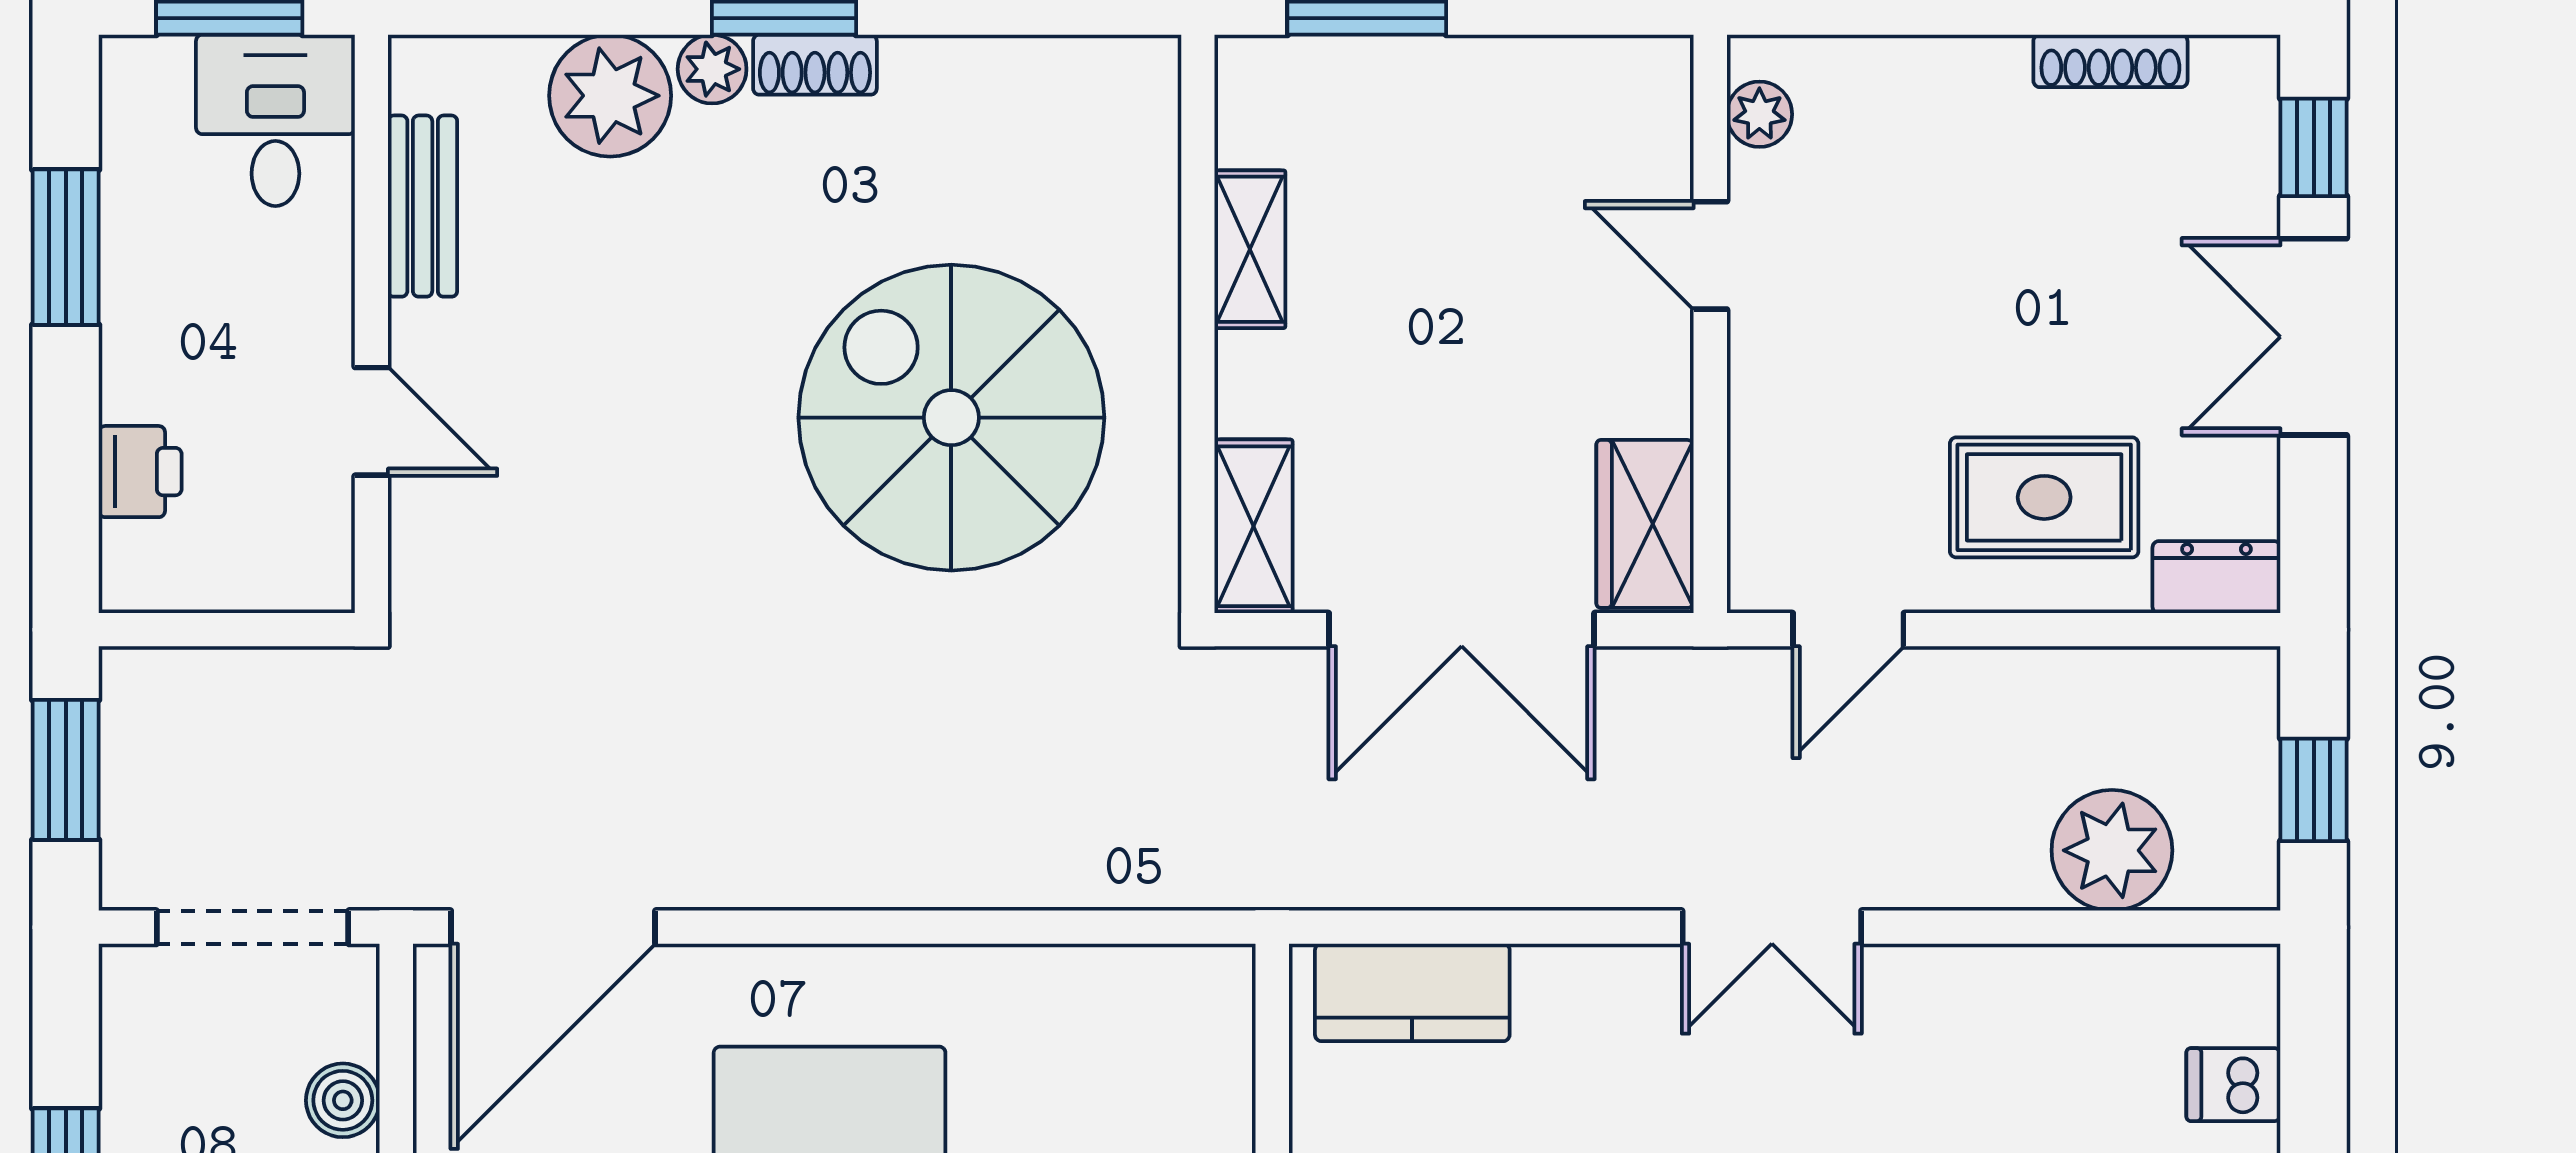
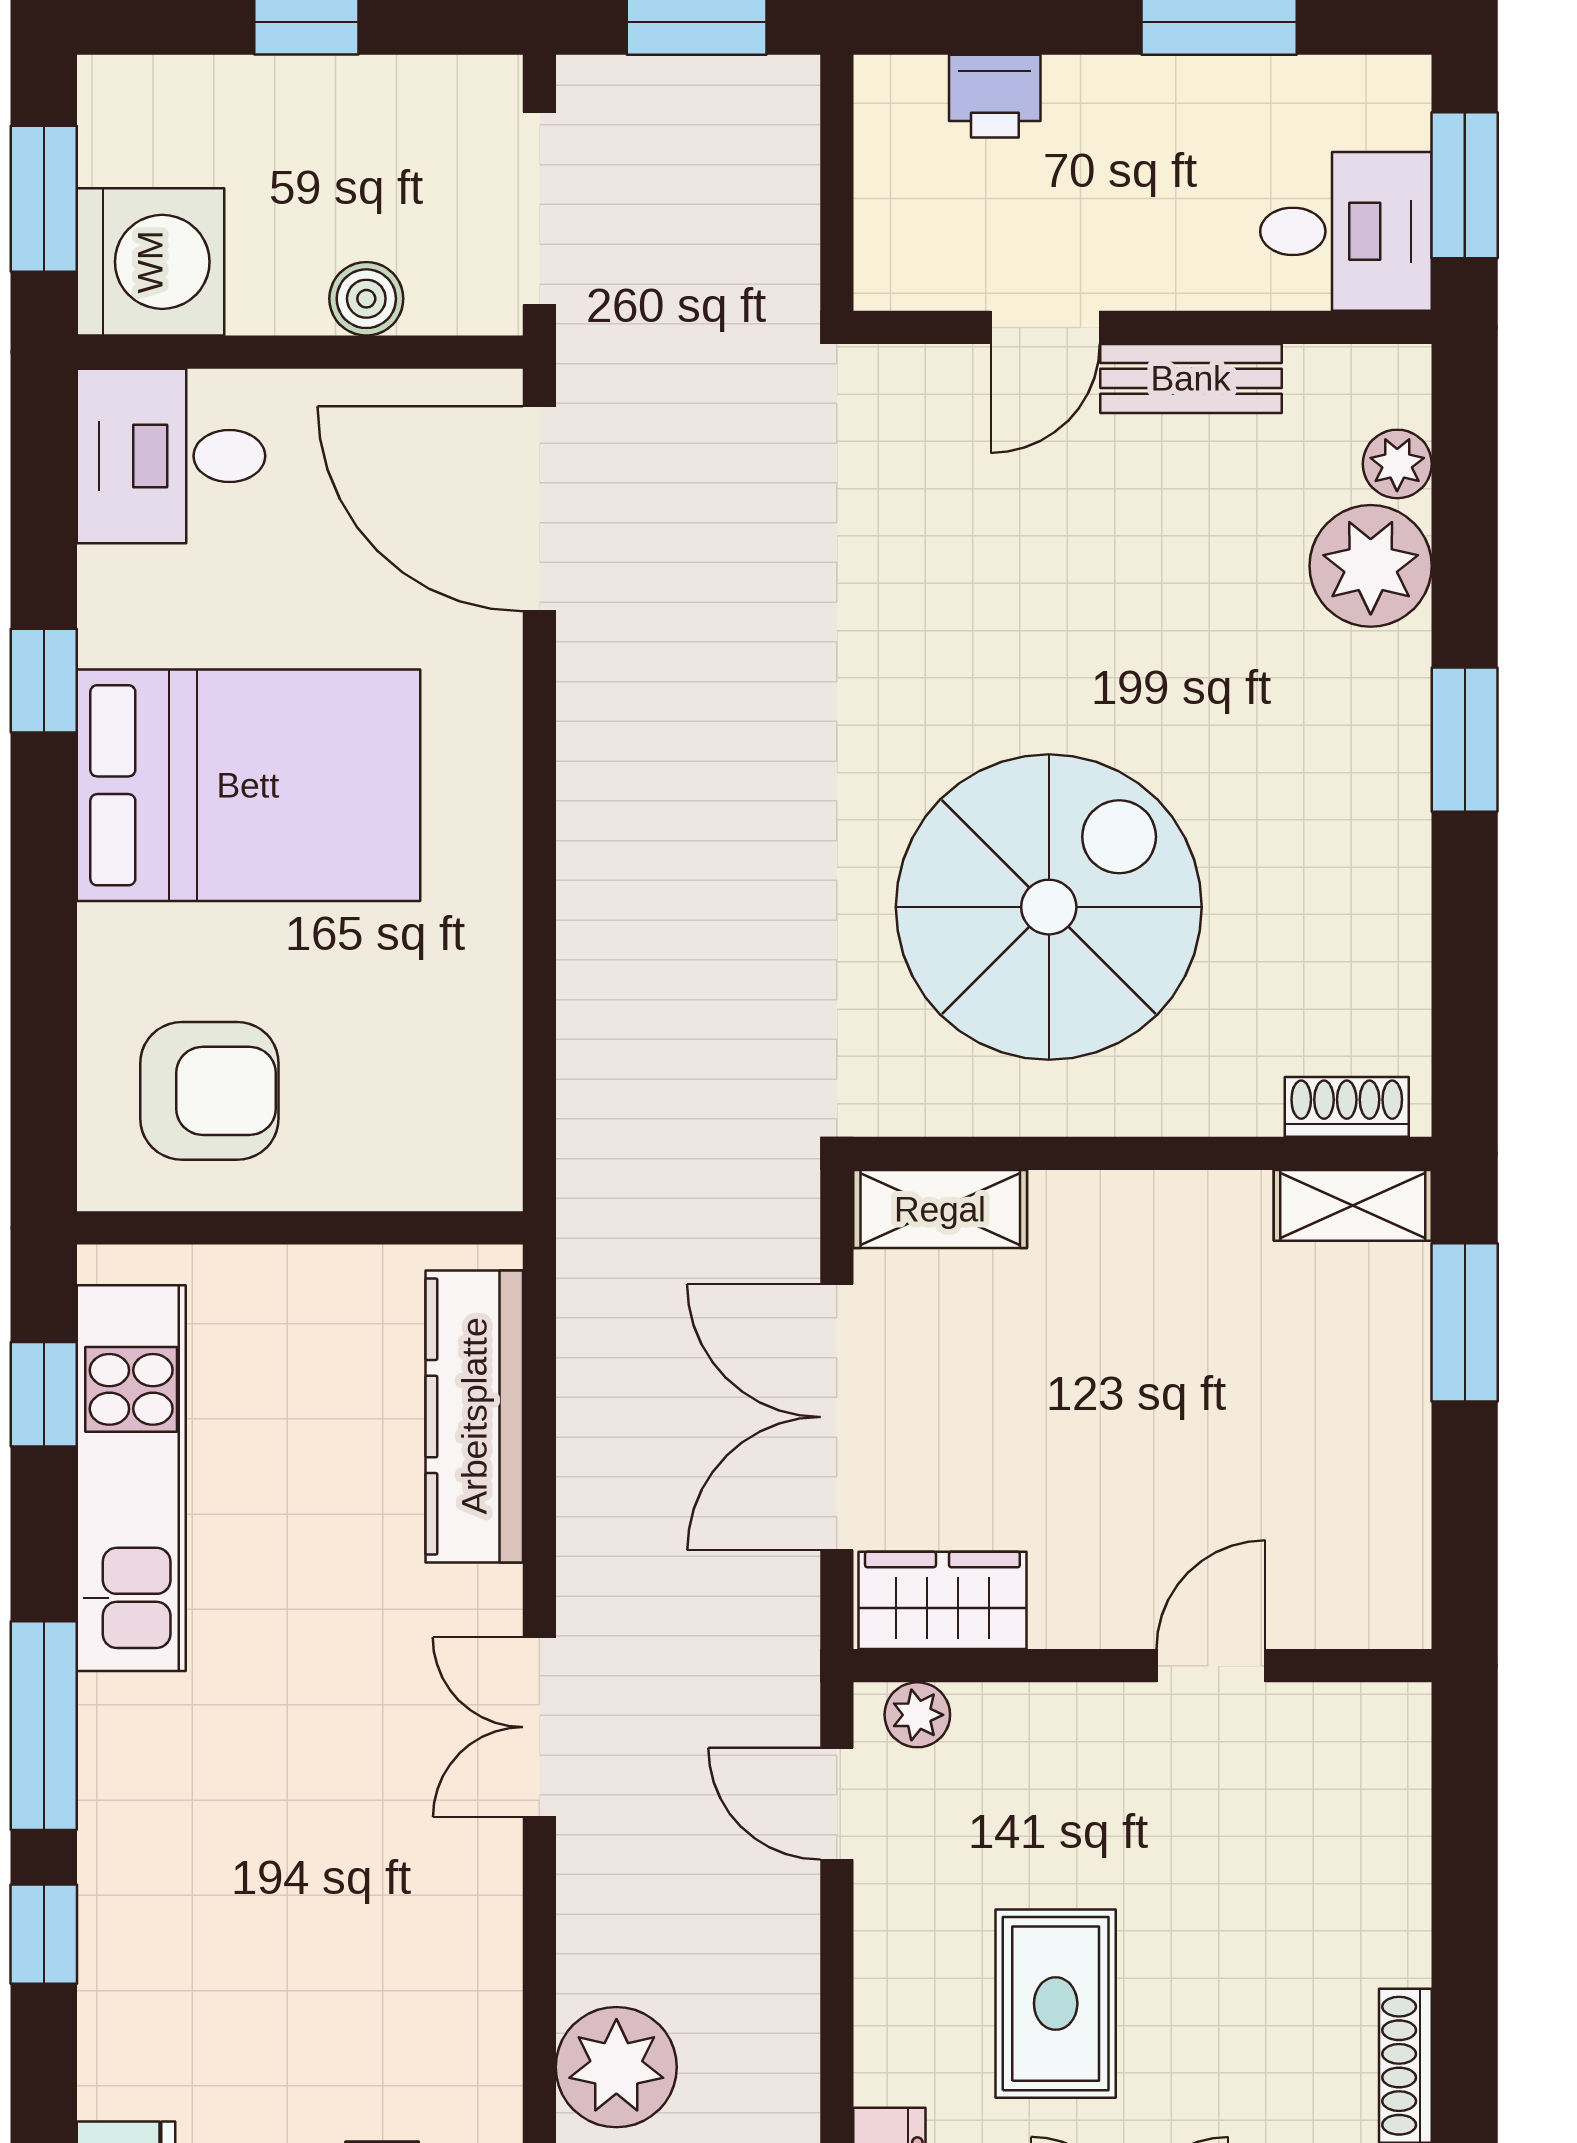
shoe rack: (815, 65) -> (1347, 1107), moved, turned 90
plant: (712, 69) -> (1397, 464), moved
plant: (1759, 114) -> (917, 1715), moved
bench: (423, 206) -> (1191, 378), moved
shelving: (1250, 249) -> (1353, 1205), moved
rug: (2044, 497) -> (1056, 2004), moved
kitchen counter: (1412, 992) -> (474, 1416), width x1.50

